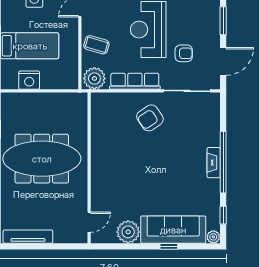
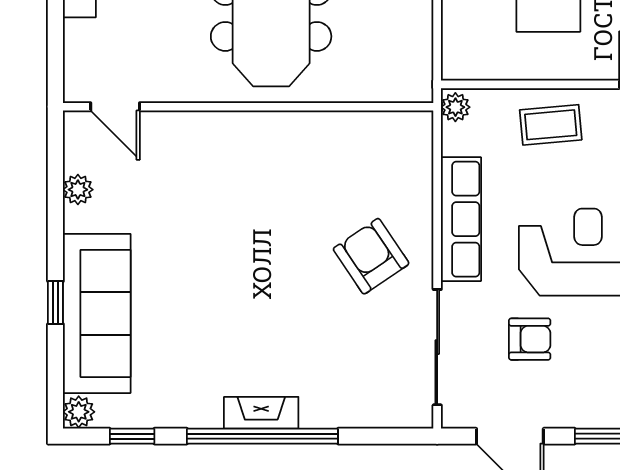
coffee table: (96, 45) -> (551, 125), turned 69
armchair: (184, 53) -> (530, 339), turned -90
plant: (94, 78) -> (455, 107), width x0.53, depth x0.53
plant: (128, 232) -> (78, 190), width x0.53, depth x0.53

